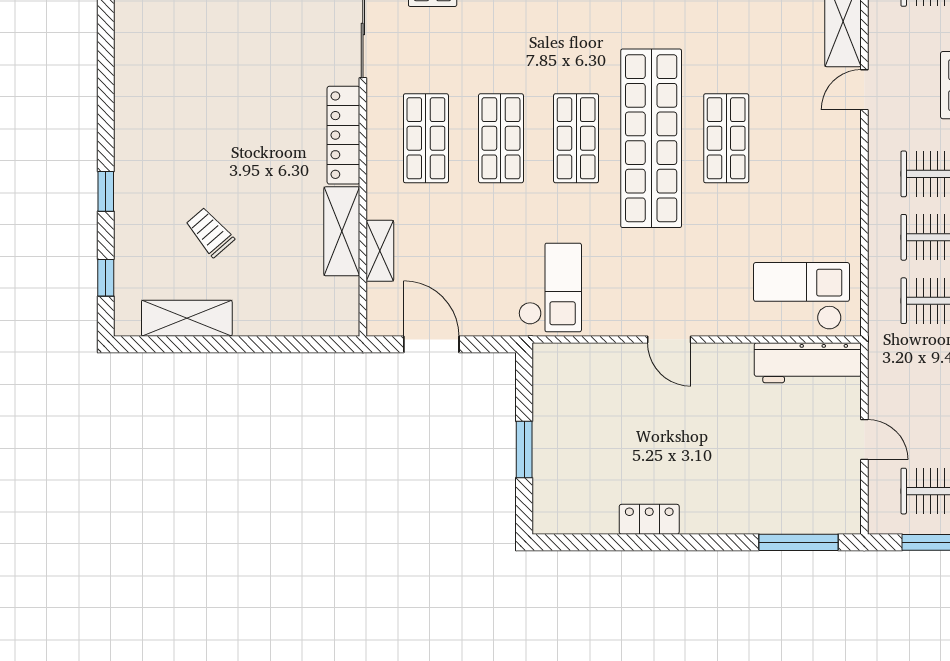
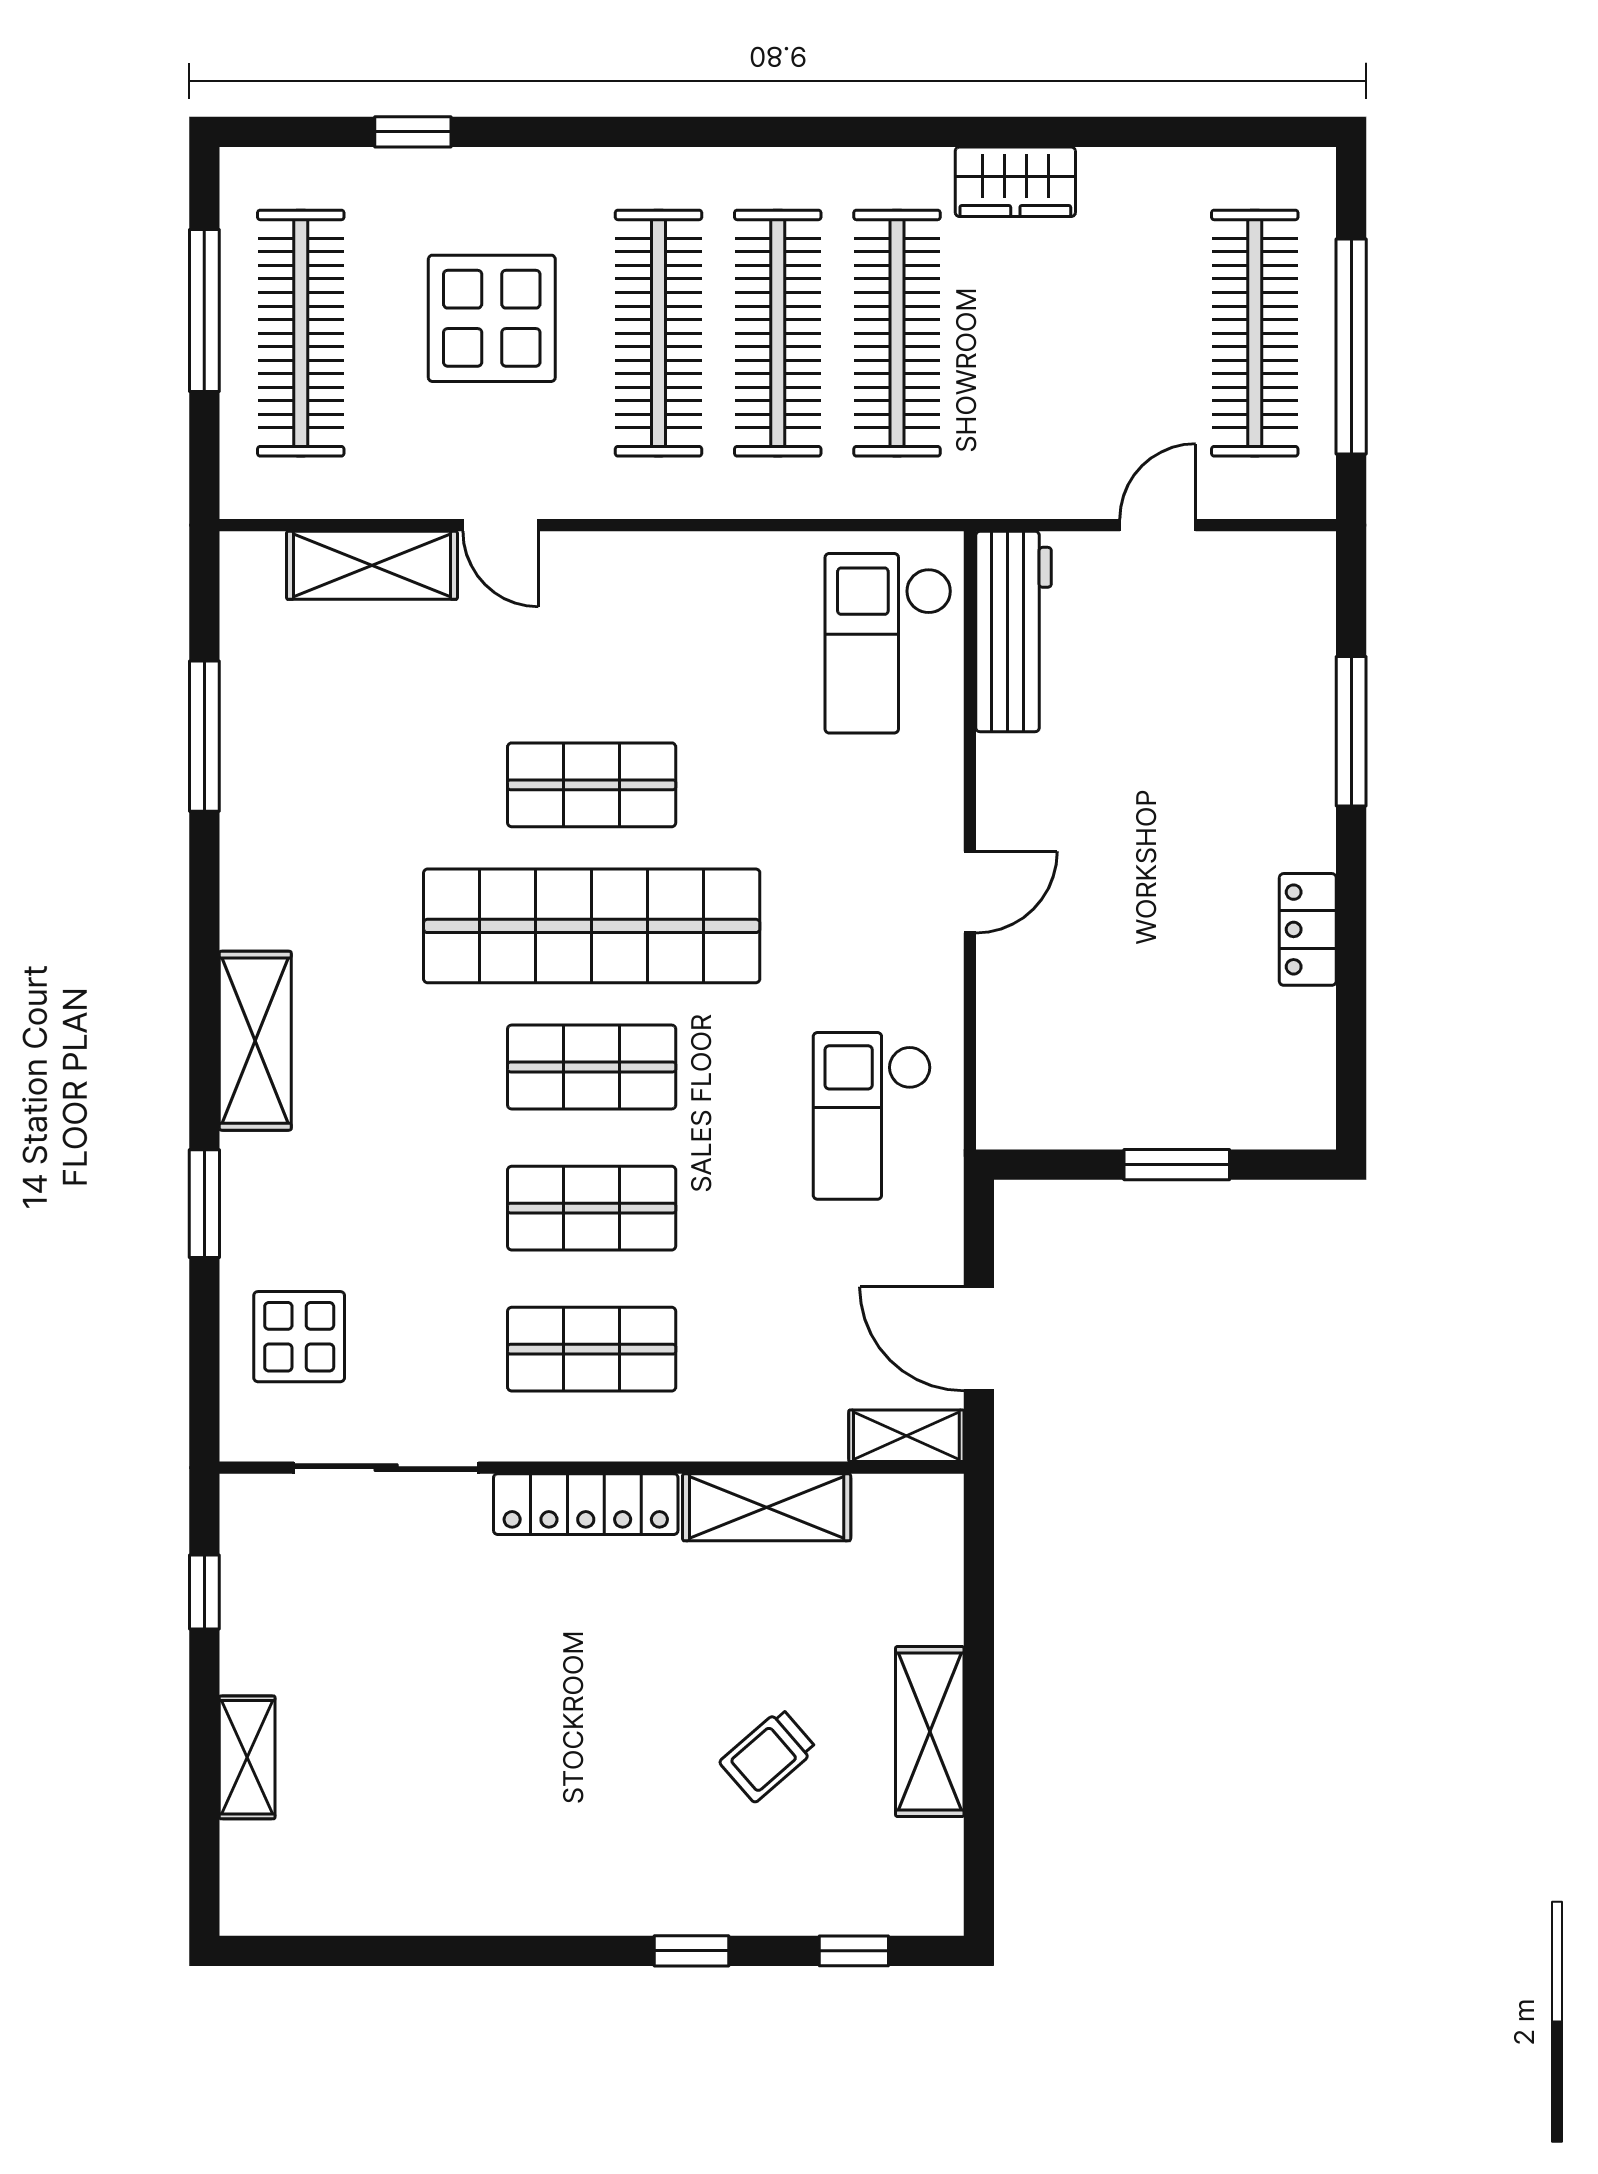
shelving: (380, 251) -> (906, 1436), moved
checkout: (550, 287) -> (872, 1116), turned -90
shelving: (187, 318) -> (930, 1732), moved
door: (431, 344) -> (979, 1339), hinge flipped
window: (799, 542) -> (1351, 731), moved

